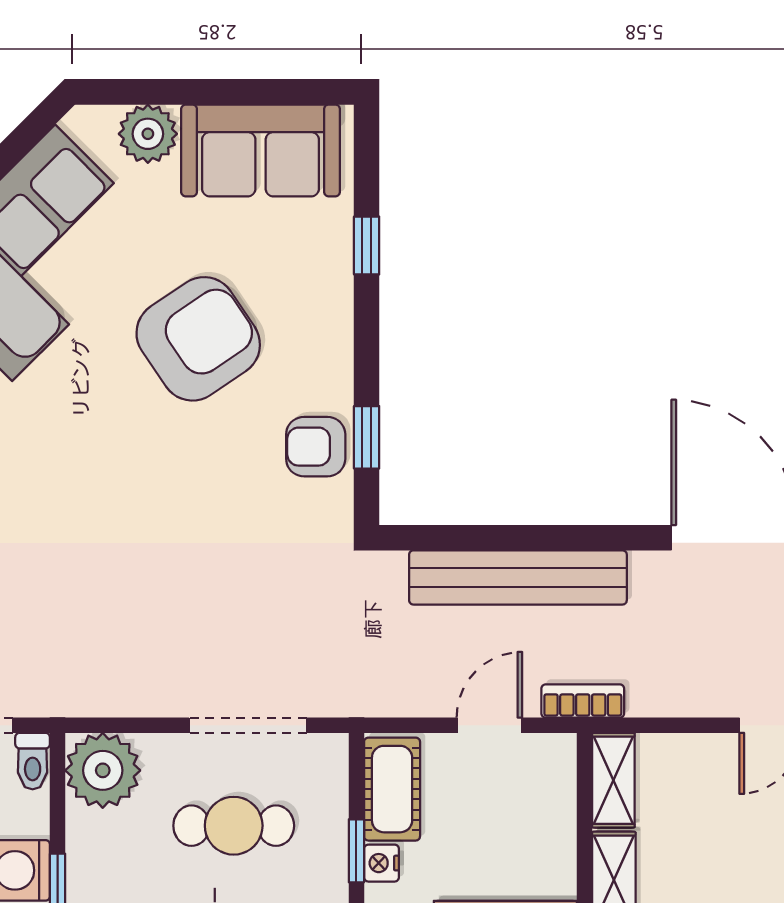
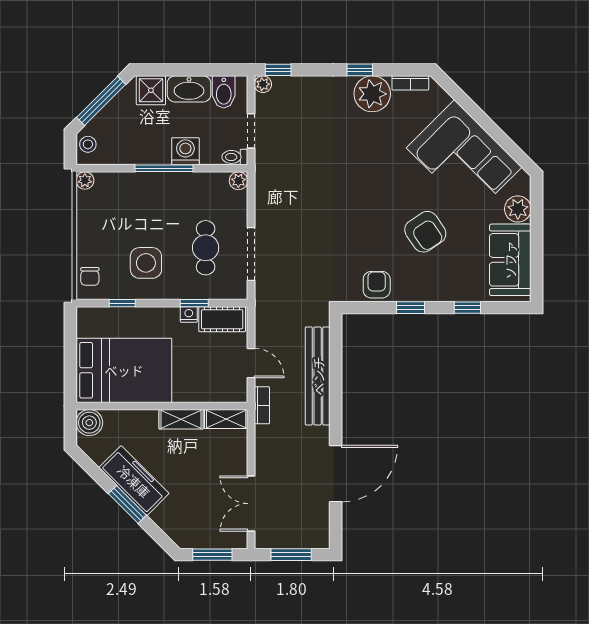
armchair: (198, 339) -> (425, 232), width x0.73, depth x0.73
window: (367, 437) -> (411, 308), moved
plant: (103, 770) -> (238, 181), width x0.53, depth x0.53

